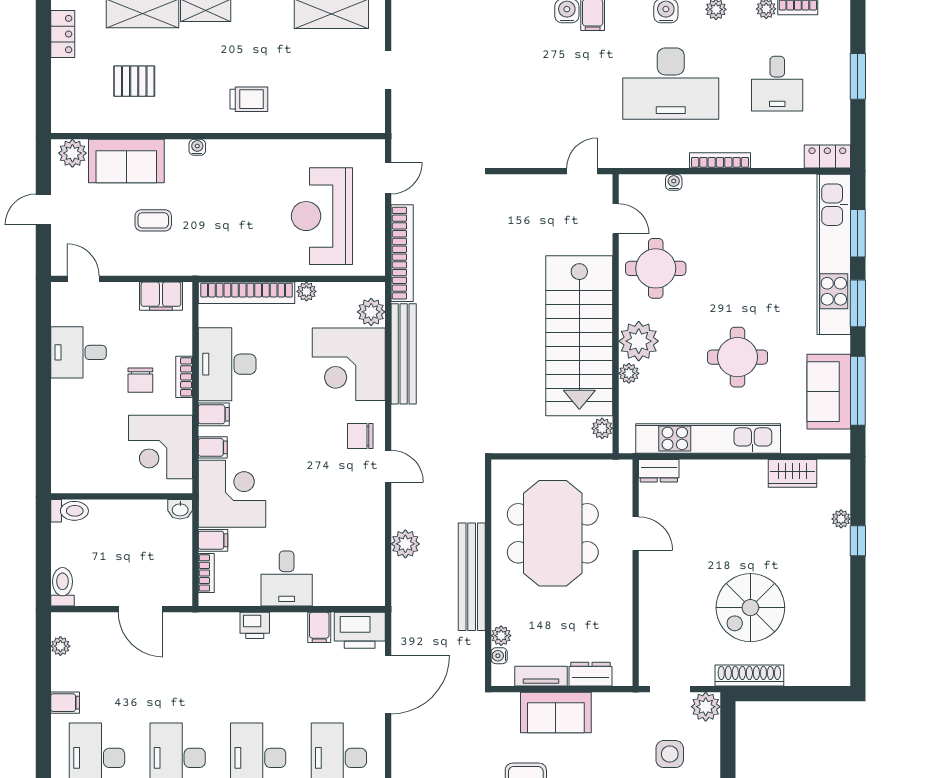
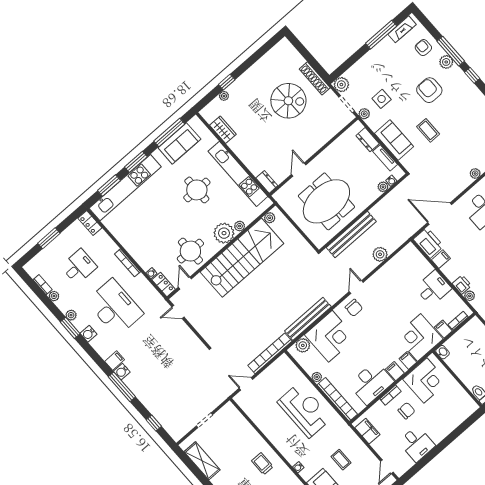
locker: (641, 186) -> (164, 285), added
reception desk: (322, 216) -> (305, 410), moved, turned -90
bench: (472, 577) -> (351, 235), moved
plant: (228, 622) -> (470, 296), added
plant: (633, 703) -> (364, 114), added
side table: (670, 754) -> (382, 99), moved

